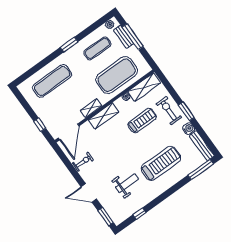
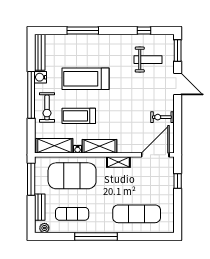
window: (133, 37) -> (31, 179), moved
window: (69, 45) -> (96, 236), width x2.11
window: (186, 111) -> (31, 95), width x2.11
shelving: (104, 116) -> (99, 146), moved
treadmill: (161, 163) -> (85, 79), moved
window: (201, 170) -> (83, 30), moved
weight bench: (127, 183) -> (148, 60), moved, turned 180

